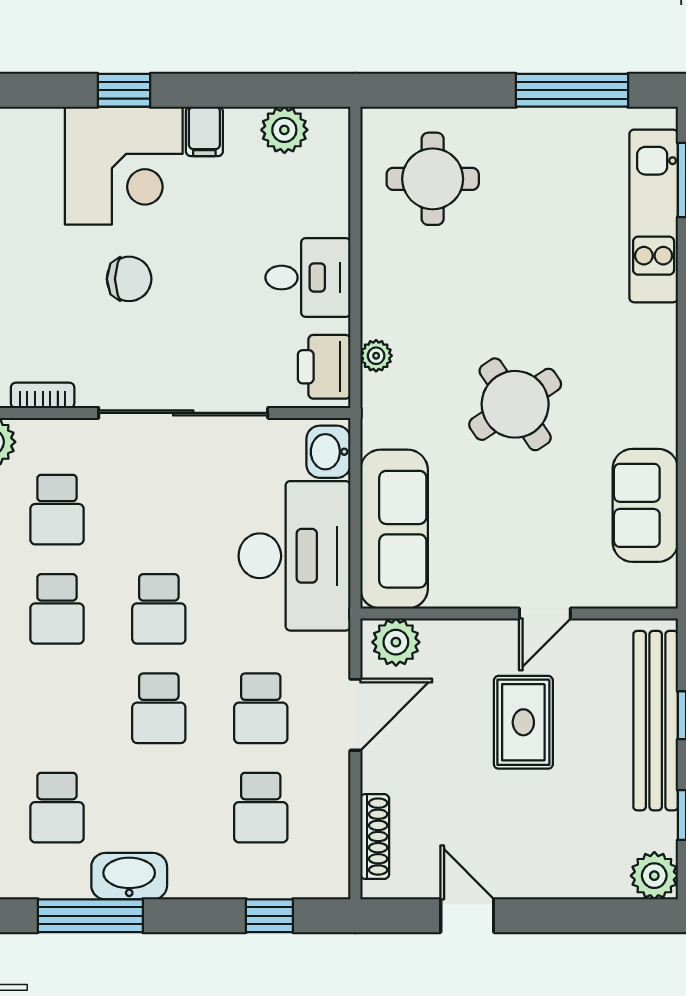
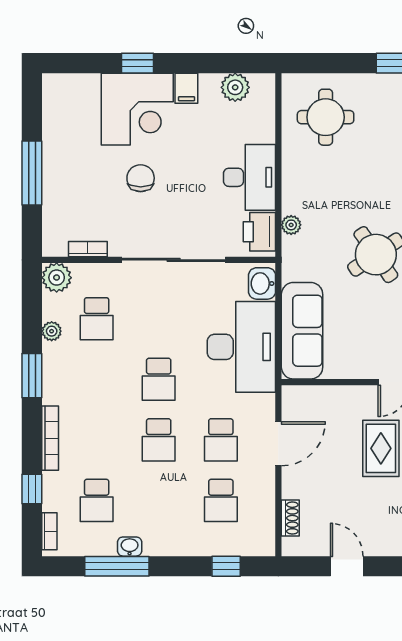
desk: (308, 278) -> (250, 177), width x1.37
chair: (129, 279) -> (141, 178), turned -90
school desk: (57, 609) -> (97, 379), removed
plant: (396, 642) -> (303, 400), removed
shoe rack: (375, 837) -> (290, 518), width x0.70
washbasin: (129, 876) -> (130, 547), width x0.52, depth x0.69

